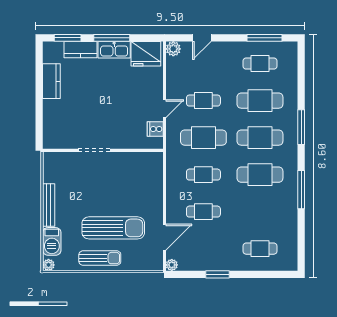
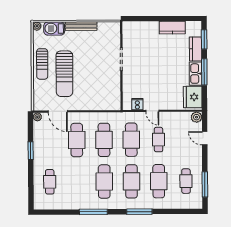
cafe table: (203, 175) -> (104, 140), width x1.37, depth x1.35
cafe table: (203, 212) -> (77, 140), width x1.37, depth x1.35

